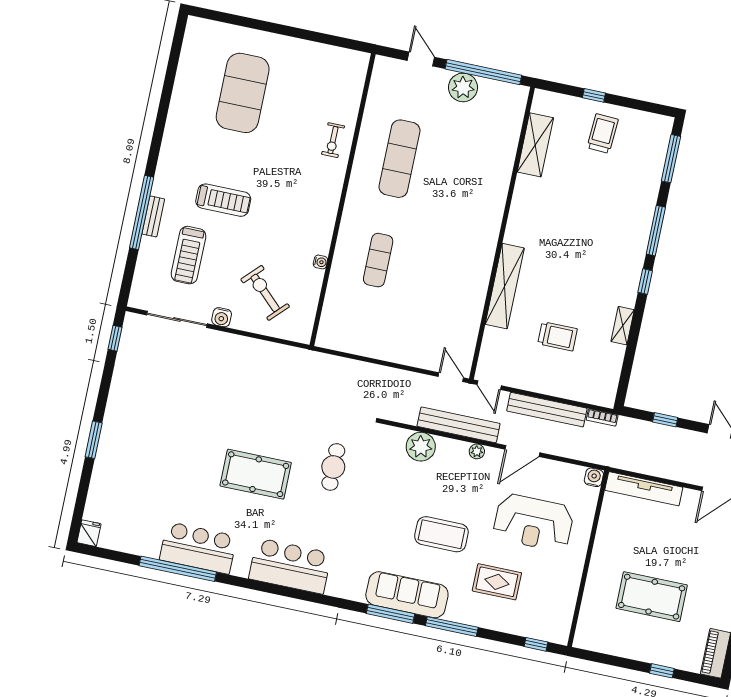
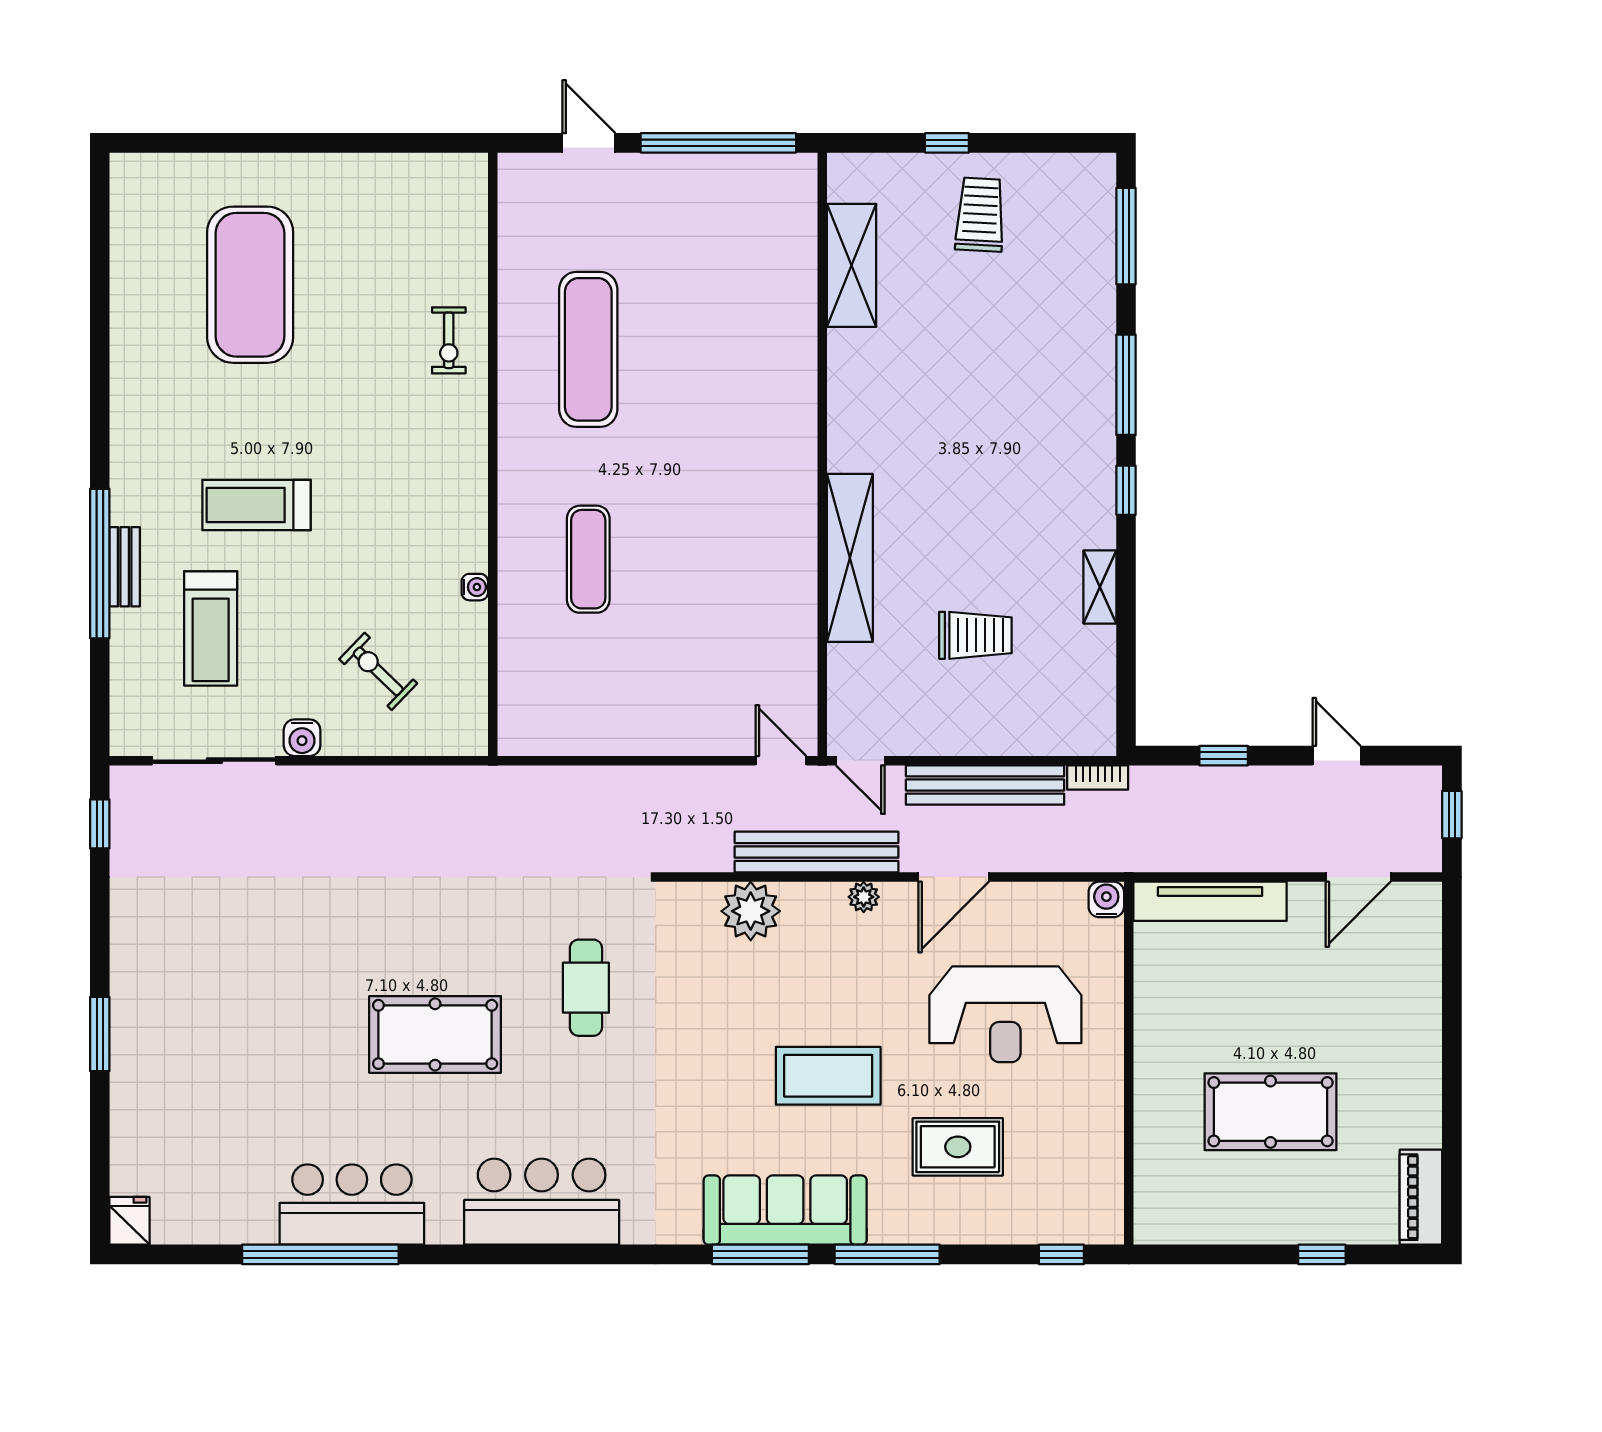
plant: (463, 87) -> (684, 182), removed
treadmill: (223, 200) -> (256, 505), turned 180
exercise bike: (265, 293) -> (378, 671), width x0.73, depth x0.72

